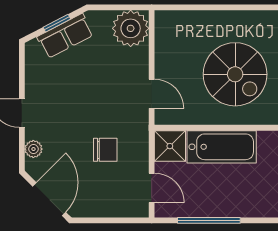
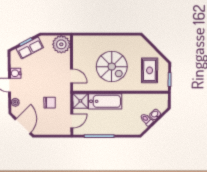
water cooler: (35, 88) -> (16, 73), added
door: (152, 188) -> (72, 121), hinge flipped

